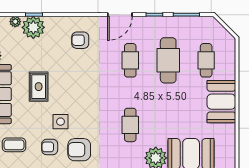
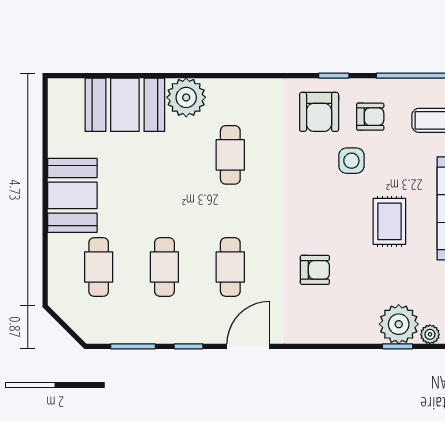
armchair: (80, 40) -> (315, 270), moved
cafe table: (168, 60) -> (164, 267), width x0.73, depth x0.74
armchair: (79, 150) -> (319, 112), turned 90

